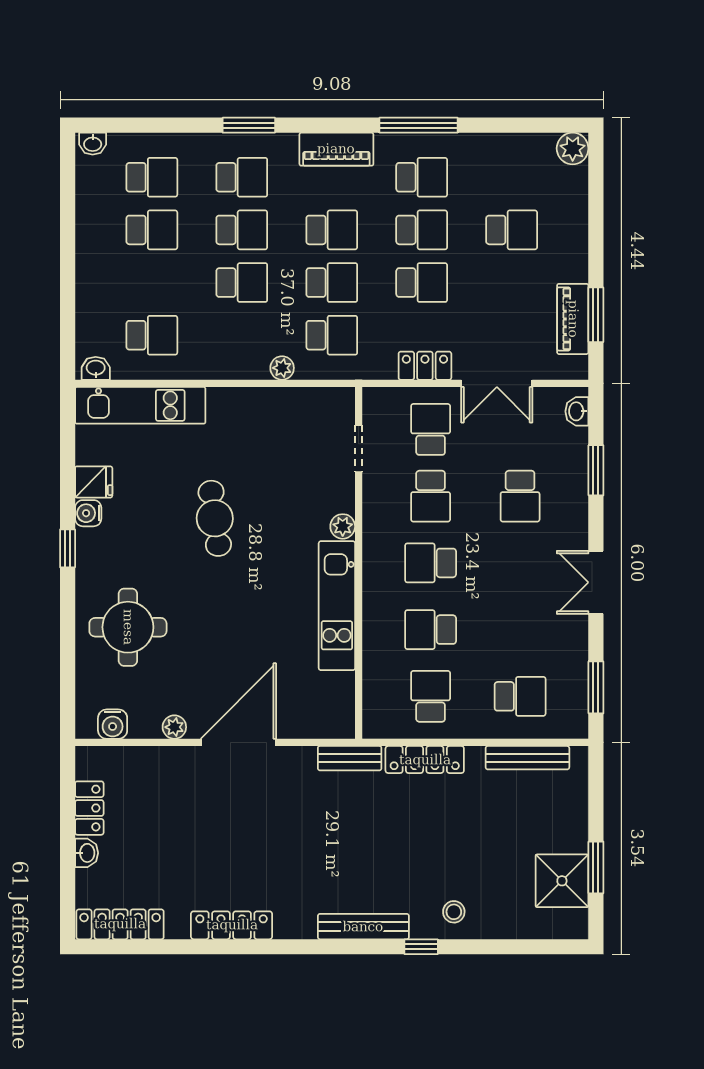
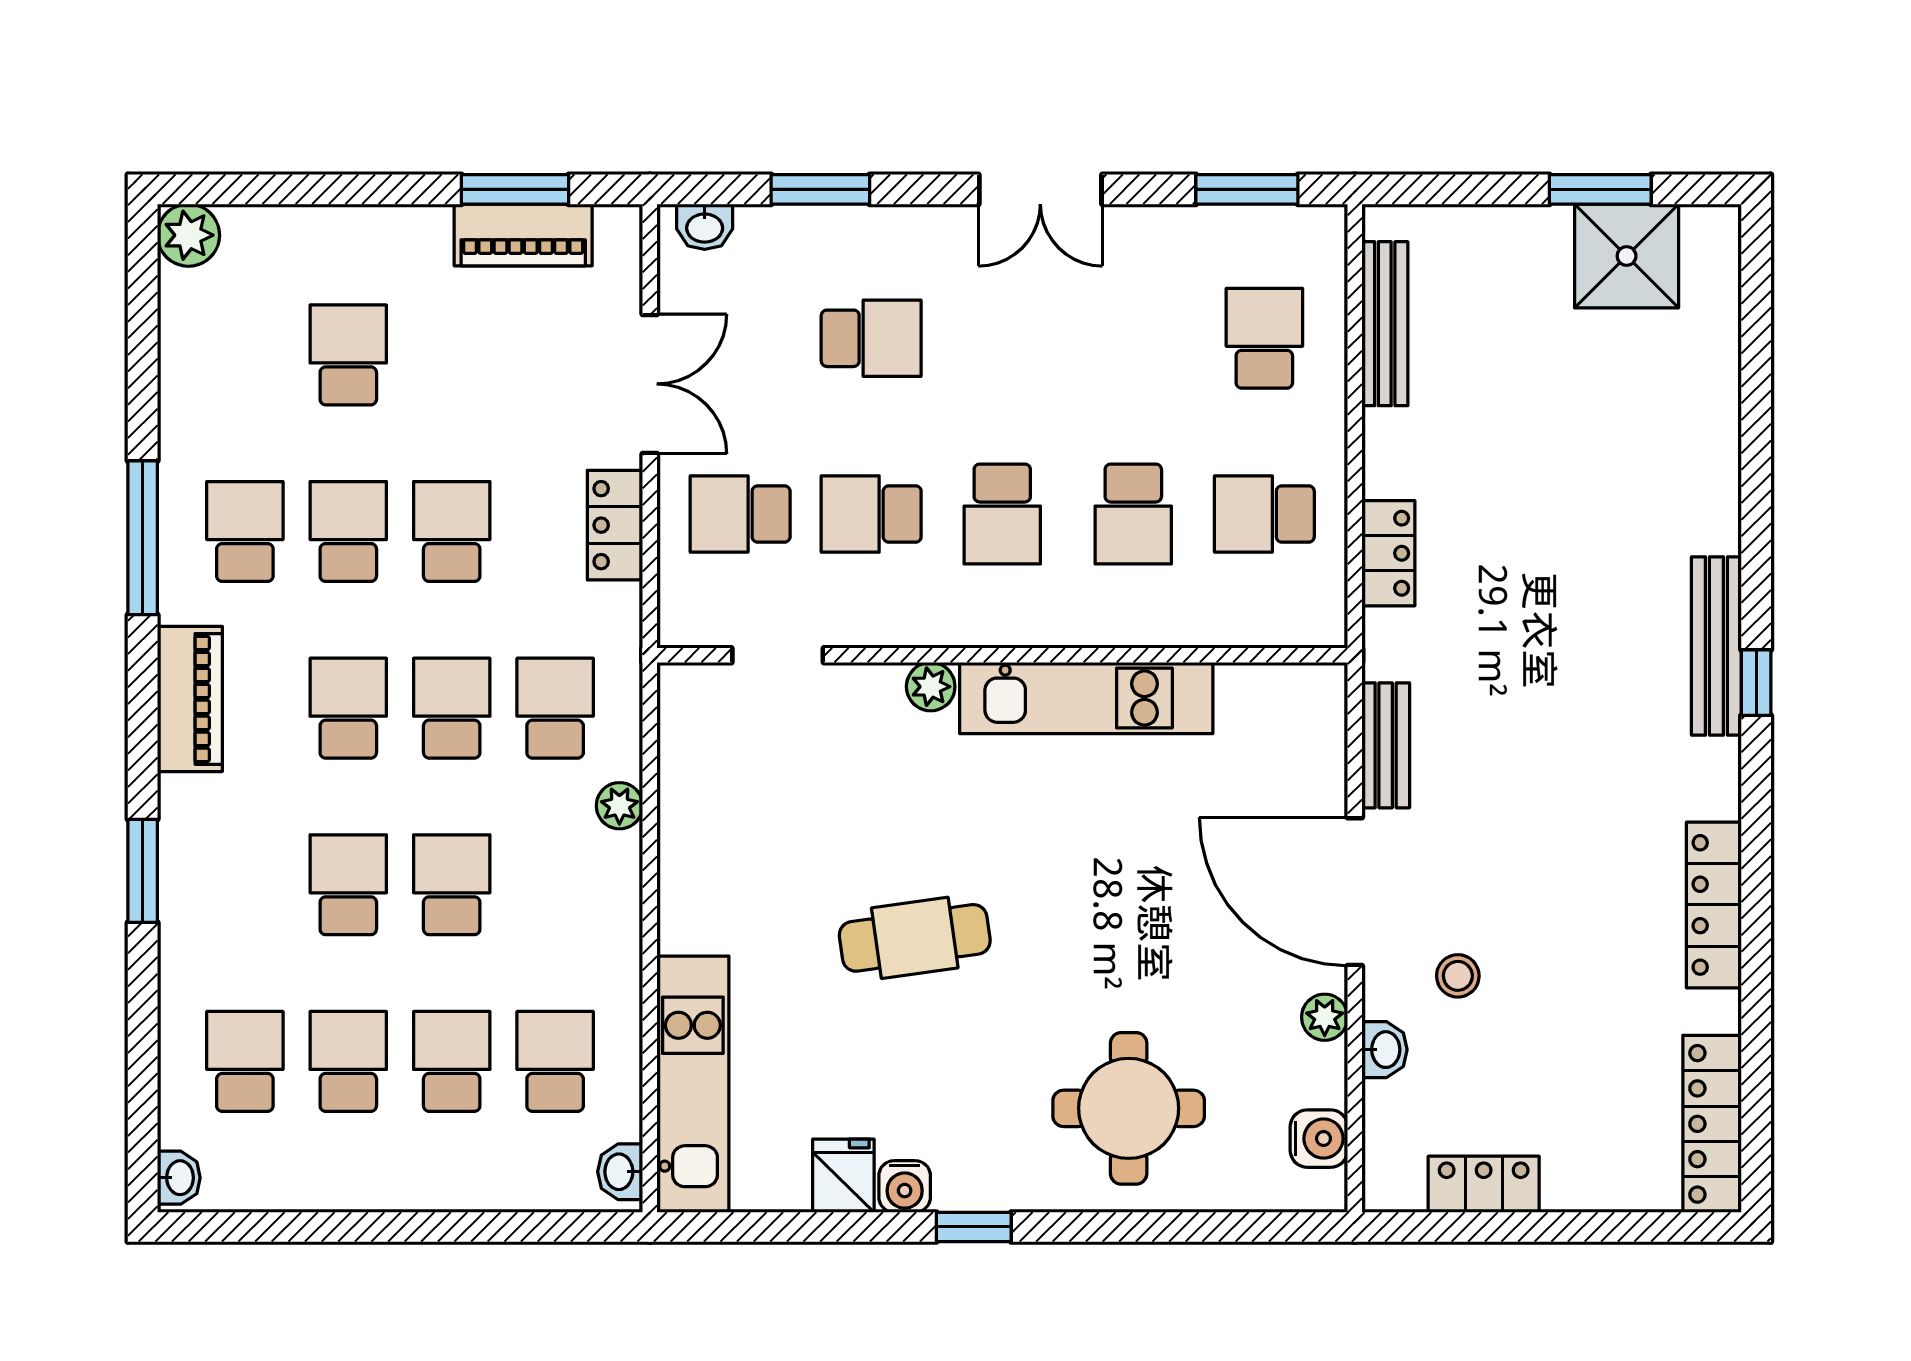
school desk: (242, 177) -> (452, 1061), moved
school desk: (431, 496) -> (871, 514), turned 180
bench: (350, 758) -> (1386, 745), moved
locker: (425, 760) -> (1388, 553), width x0.66
washbasin: (87, 853) -> (1384, 1050), moved, turned 90
stool: (454, 912) -> (1458, 976), moved
window: (421, 947) -> (1756, 683), moved

